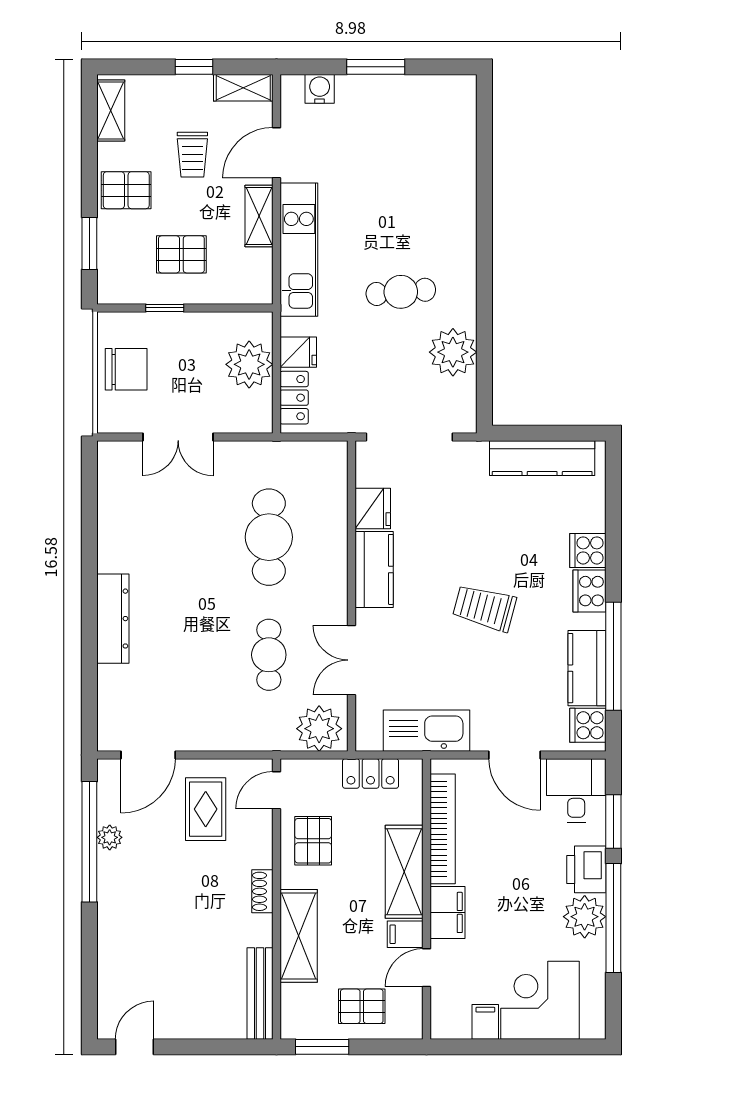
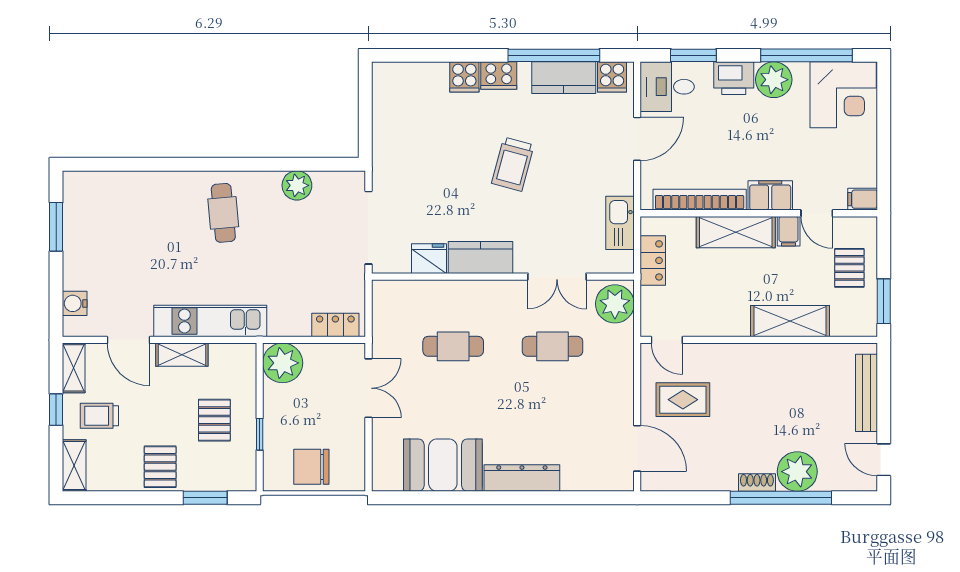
window: (376, 67) -> (56, 227), moved
shelving: (111, 110) -> (74, 466), moved, turned 90
trolley: (192, 155) -> (99, 416), moved, turned 180
cafe table: (401, 292) -> (223, 213), moved
fridge: (298, 352) -> (297, 321), removed
plant: (453, 352) -> (297, 185), width x0.73, depth x0.73
plant: (249, 364) -> (283, 363), moved
chair: (126, 369) -> (311, 467), turned -90
double door: (178, 437) -> (369, 388), moved
kitchen counter: (542, 458) -> (386, 116), removed
booth: (128, 525) -> (443, 465), added
cafe table: (269, 537) -> (453, 346), width x0.73, depth x0.74
kitchen sink: (427, 731) -> (620, 223), width x0.73, depth x0.81
plant: (110, 837) -> (797, 472), moved, width x1.88, depth x1.88
pallet: (313, 841) -> (710, 309), removed
window: (89, 842) -> (781, 498), moved
shoe rack: (262, 891) -> (757, 483), moved, turned 180
window: (613, 918) -> (807, 55), moved
bench: (260, 993) -> (867, 393), moved, turned 90
corner desk: (540, 1000) -> (843, 95), moved, turned -90
filing cabinet: (485, 1022) -> (863, 199), moved

